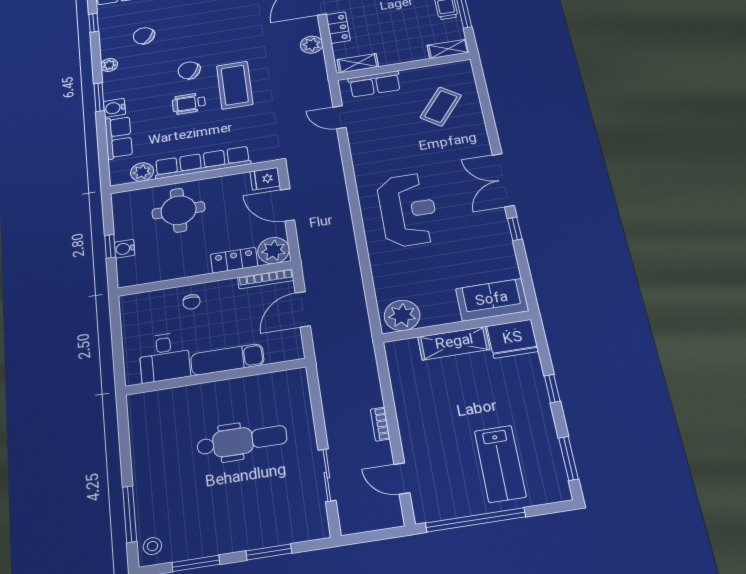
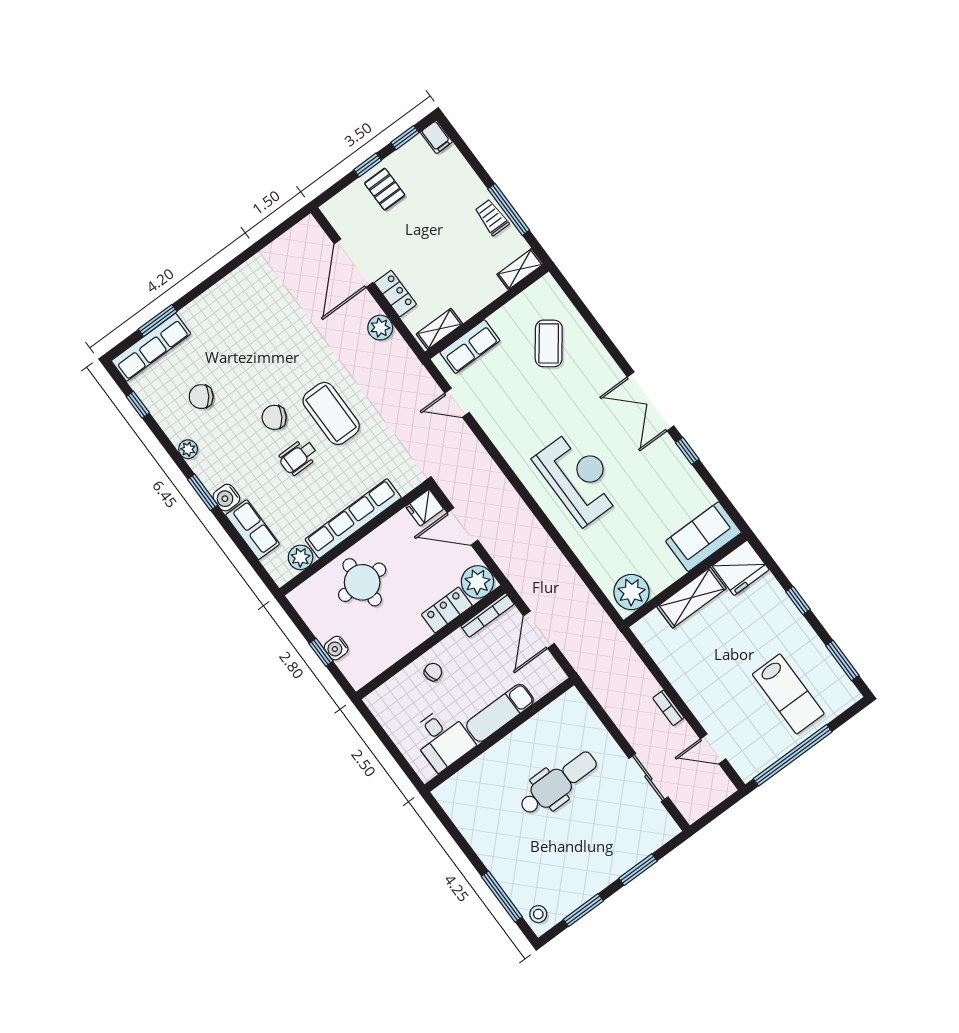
chair: (191, 302) -> (433, 672), turned -105

